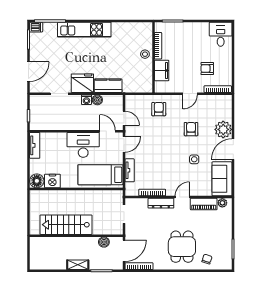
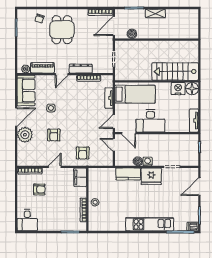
filing cabinet: (162, 70) -> (80, 177), moved
stairs: (66, 225) -> (175, 71), moved, turned 180

